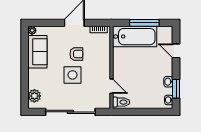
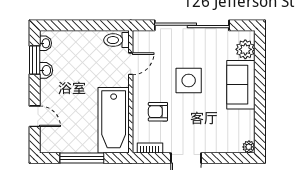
bathtub: (135, 37) -> (114, 120), moved, turned -90
sofa: (37, 52) -> (241, 85), moved
armchair: (76, 54) -> (158, 112), moved
door: (111, 86) -> (131, 64), swing flipped

